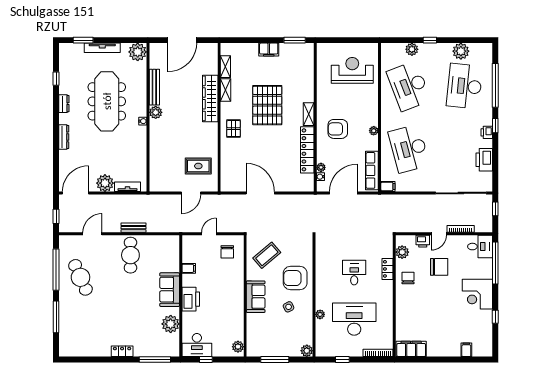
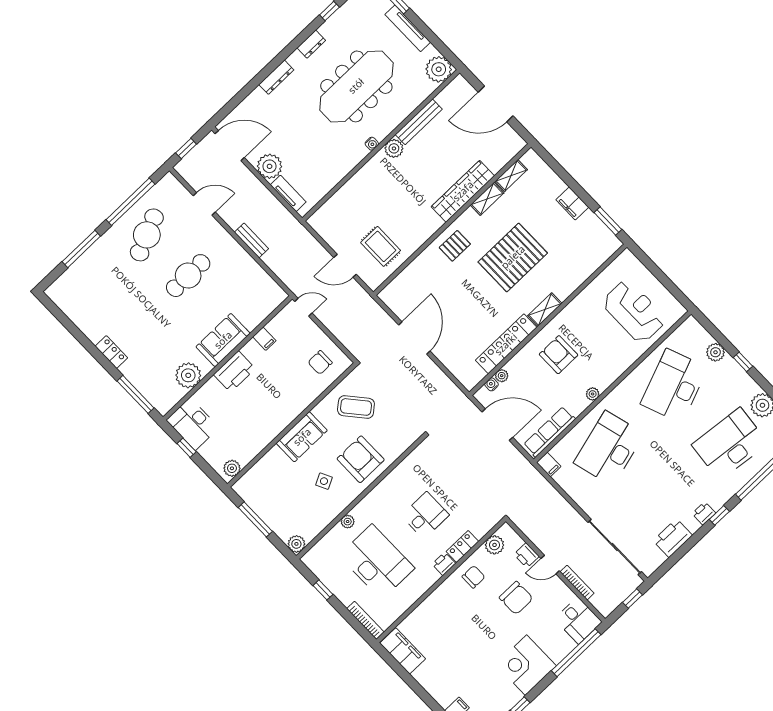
door: (209, 234) -> (303, 307), moved
cafe table: (130, 255) -> (188, 276), moved
printer: (387, 287) -> (444, 564), added

